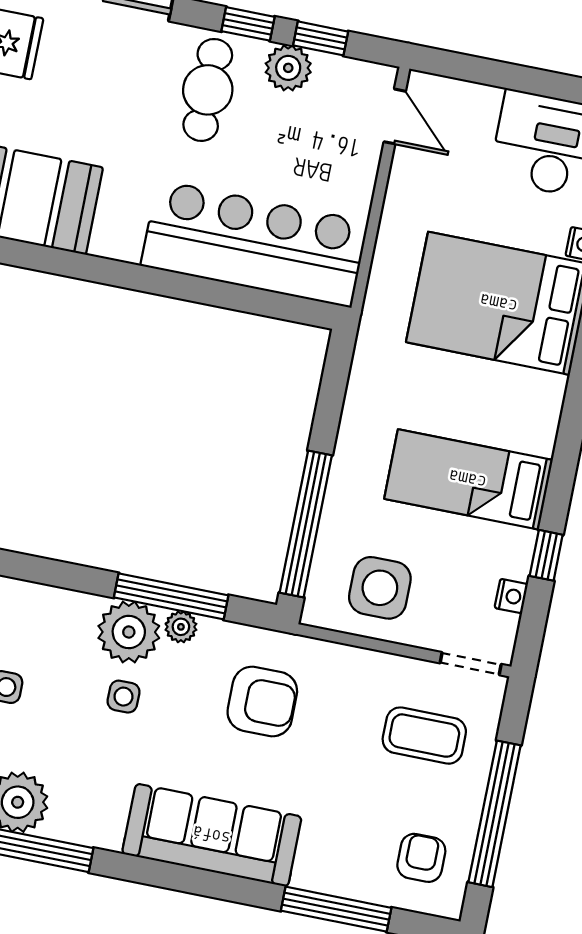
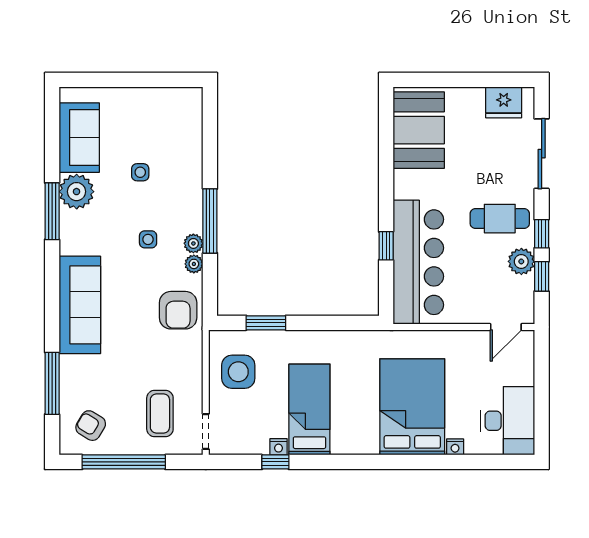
window: (216, 293) -> (386, 246), added
window: (306, 524) -> (266, 323), width x0.47
window: (171, 596) -> (210, 221), moved
nightstand: (511, 596) -> (279, 447), moved
plant: (129, 632) -> (193, 243), width x0.53, depth x0.53
armchair: (262, 701) -> (178, 310), moved
armchair: (421, 858) -> (91, 426), turned -149

